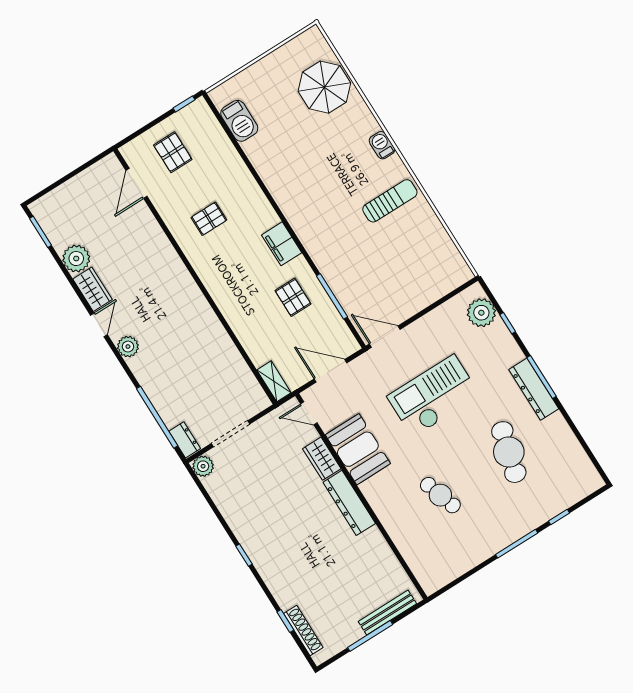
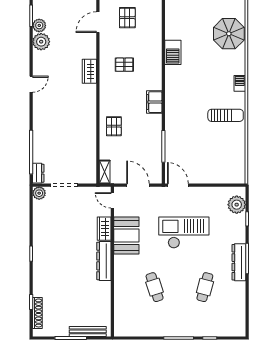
barbecue: (239, 121) -> (173, 52), moved
wardrobe: (93, 289) -> (89, 71), moved, turned 180
pallet: (293, 297) -> (114, 126), moved
plant: (128, 347) -> (39, 25), moved
cafe table: (509, 452) -> (205, 287), width x0.73, depth x0.74

